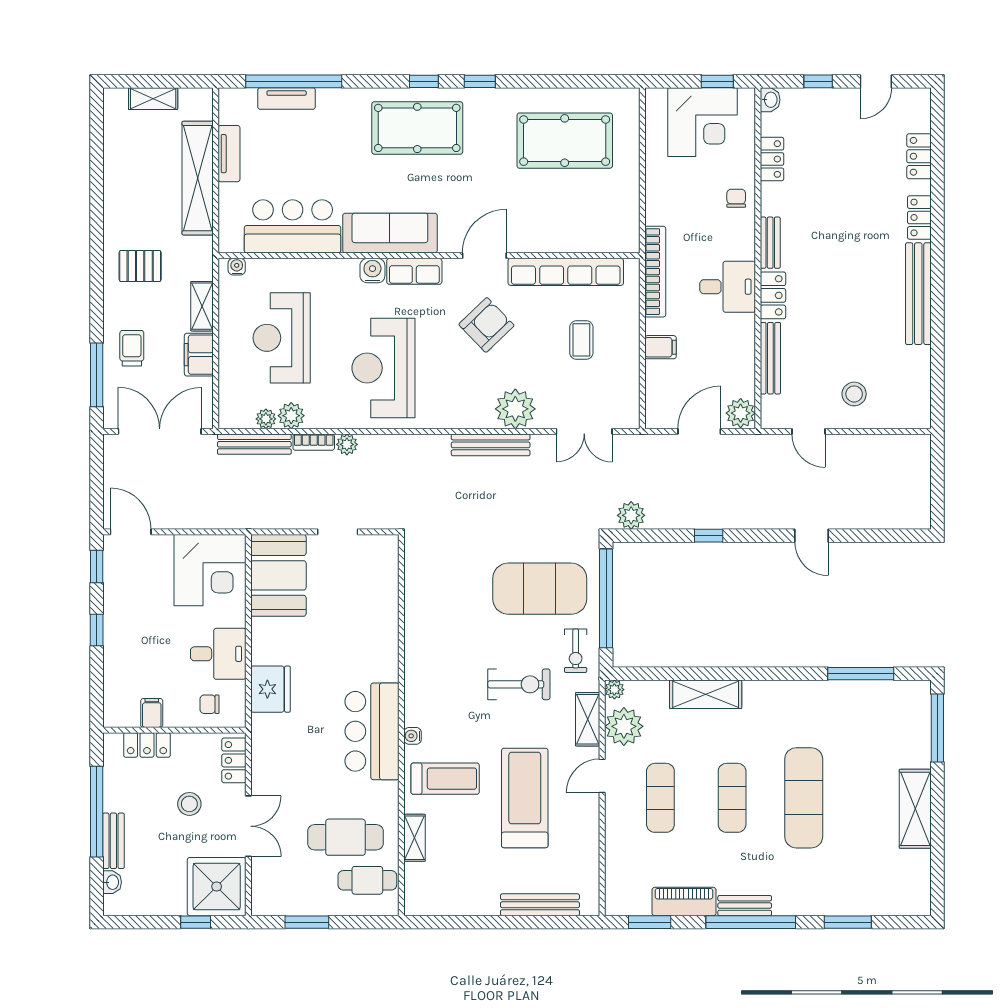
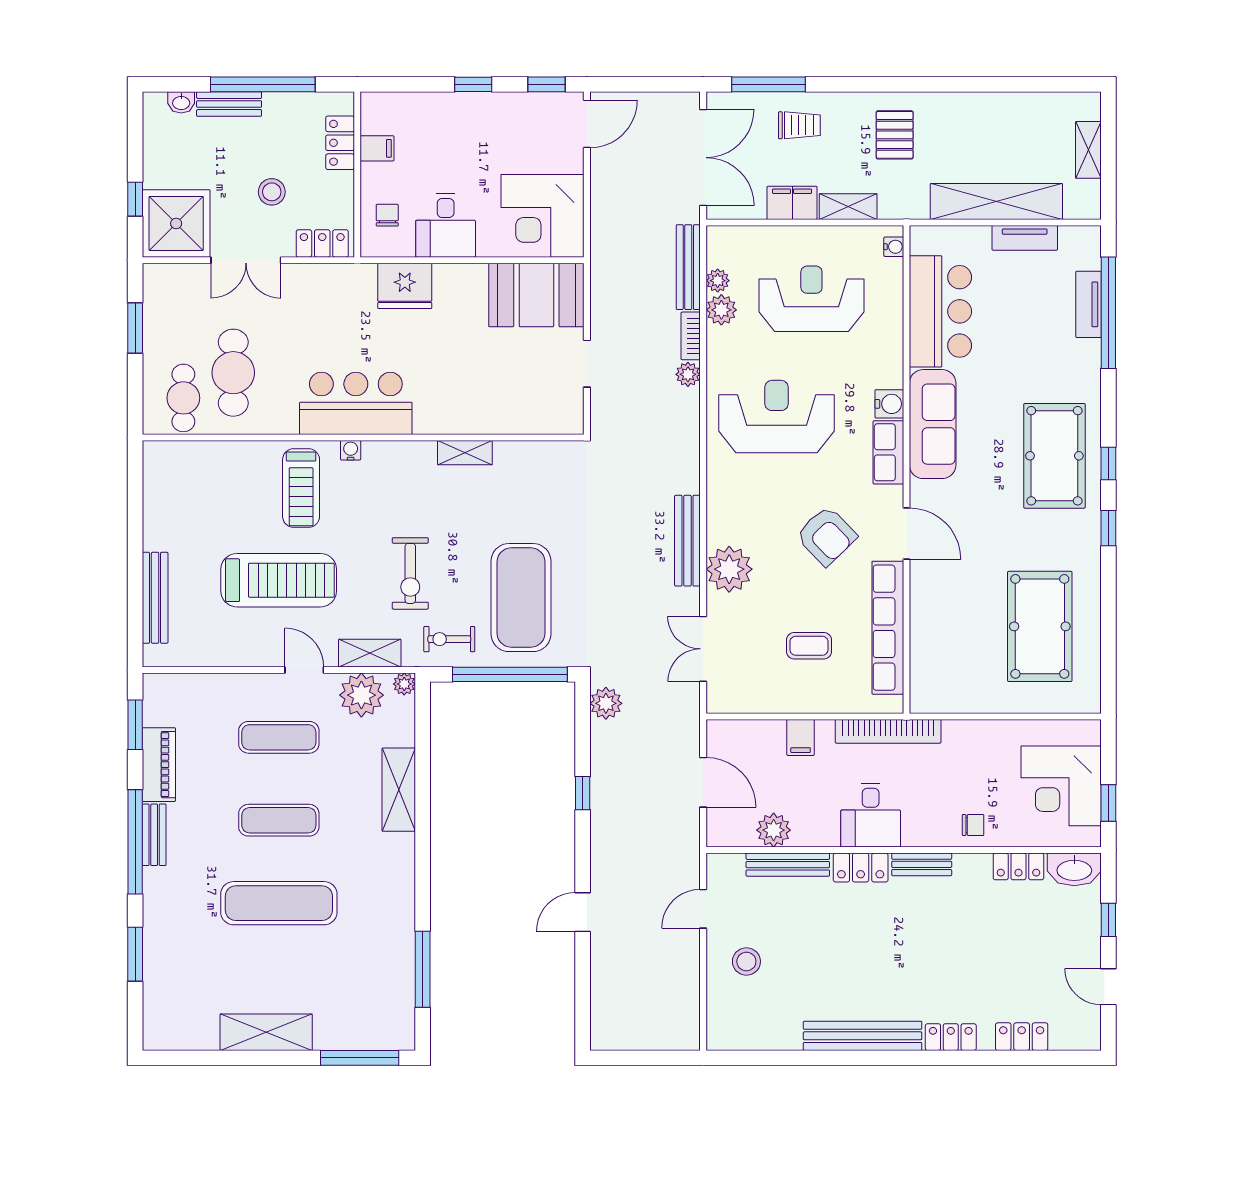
washbasin: (770, 100) -> (1074, 869), width x1.91, depth x1.45
plant: (741, 413) -> (774, 830), moved
shelving: (415, 838) -> (465, 453), moved

